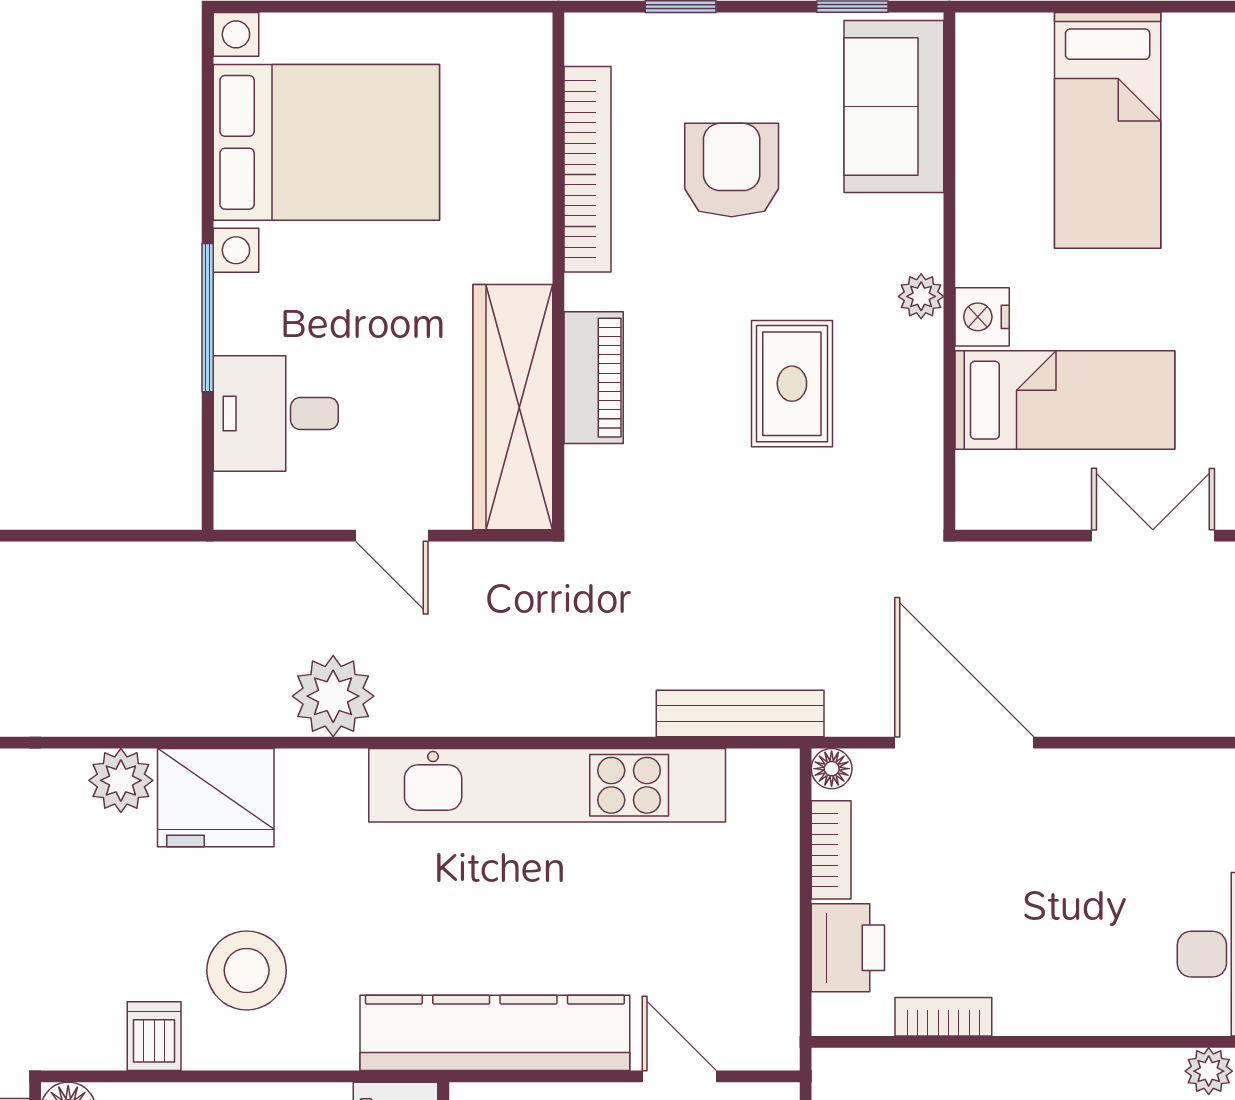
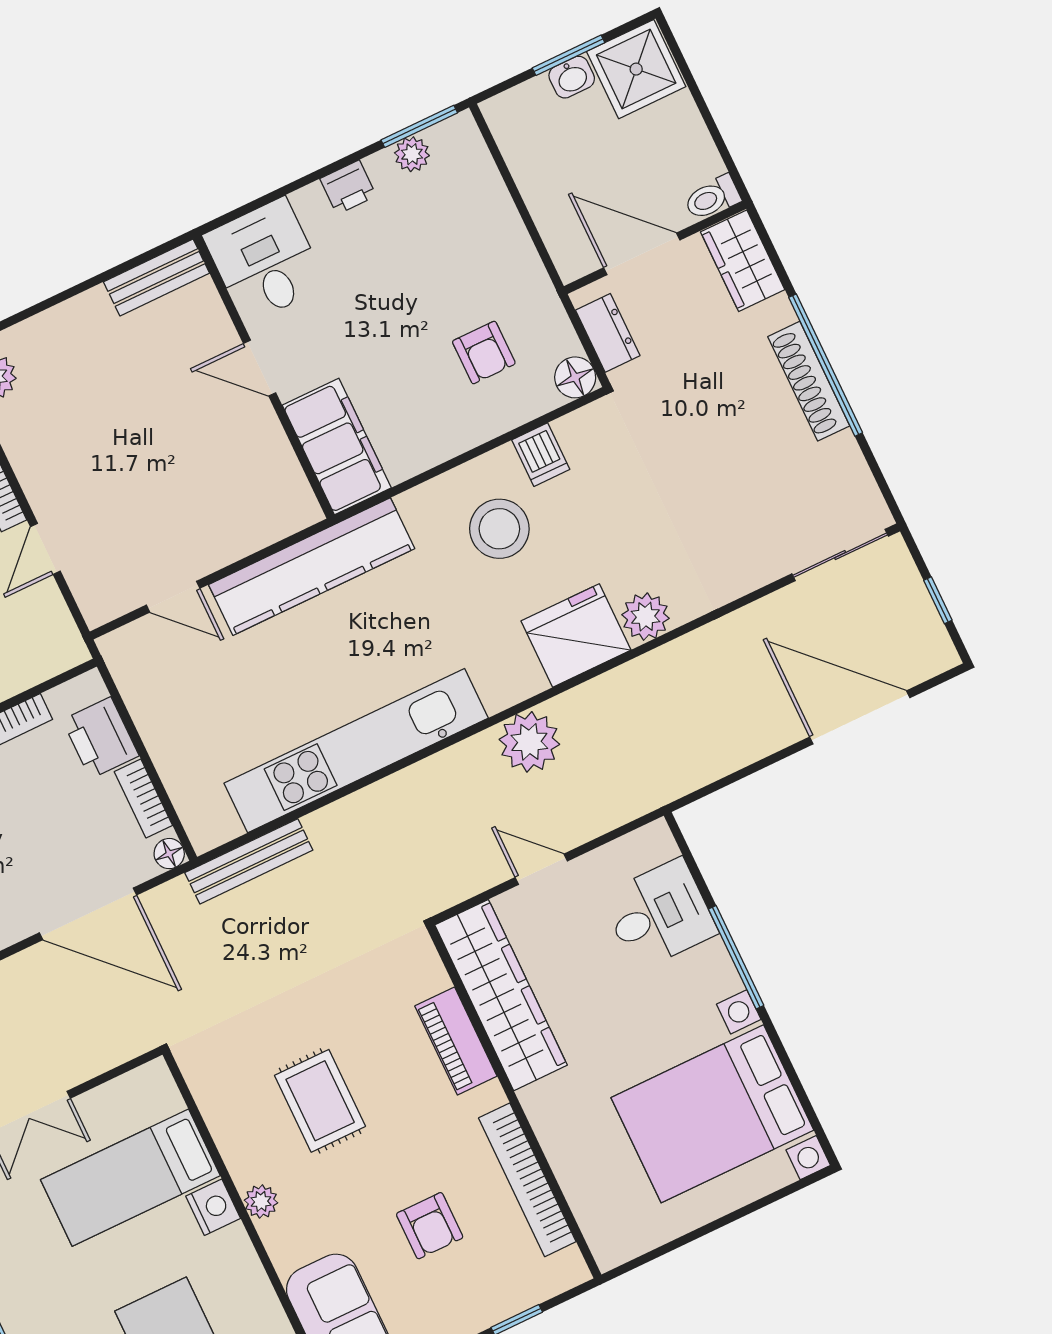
armchair: (732, 170) -> (430, 1226), width x0.72, depth x0.72

